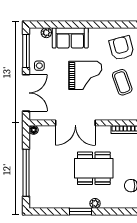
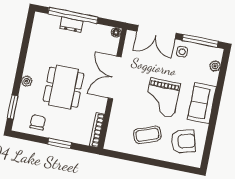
sofa: (70, 38) -> (202, 103), moved
dresser: (35, 173) -> (71, 25), added
window: (81, 212) -> (13, 107), moved

